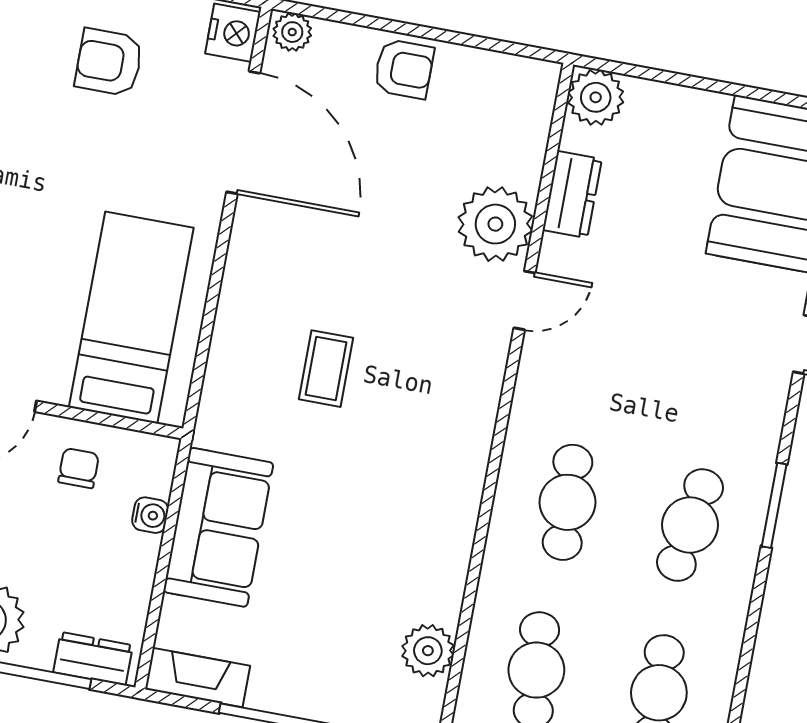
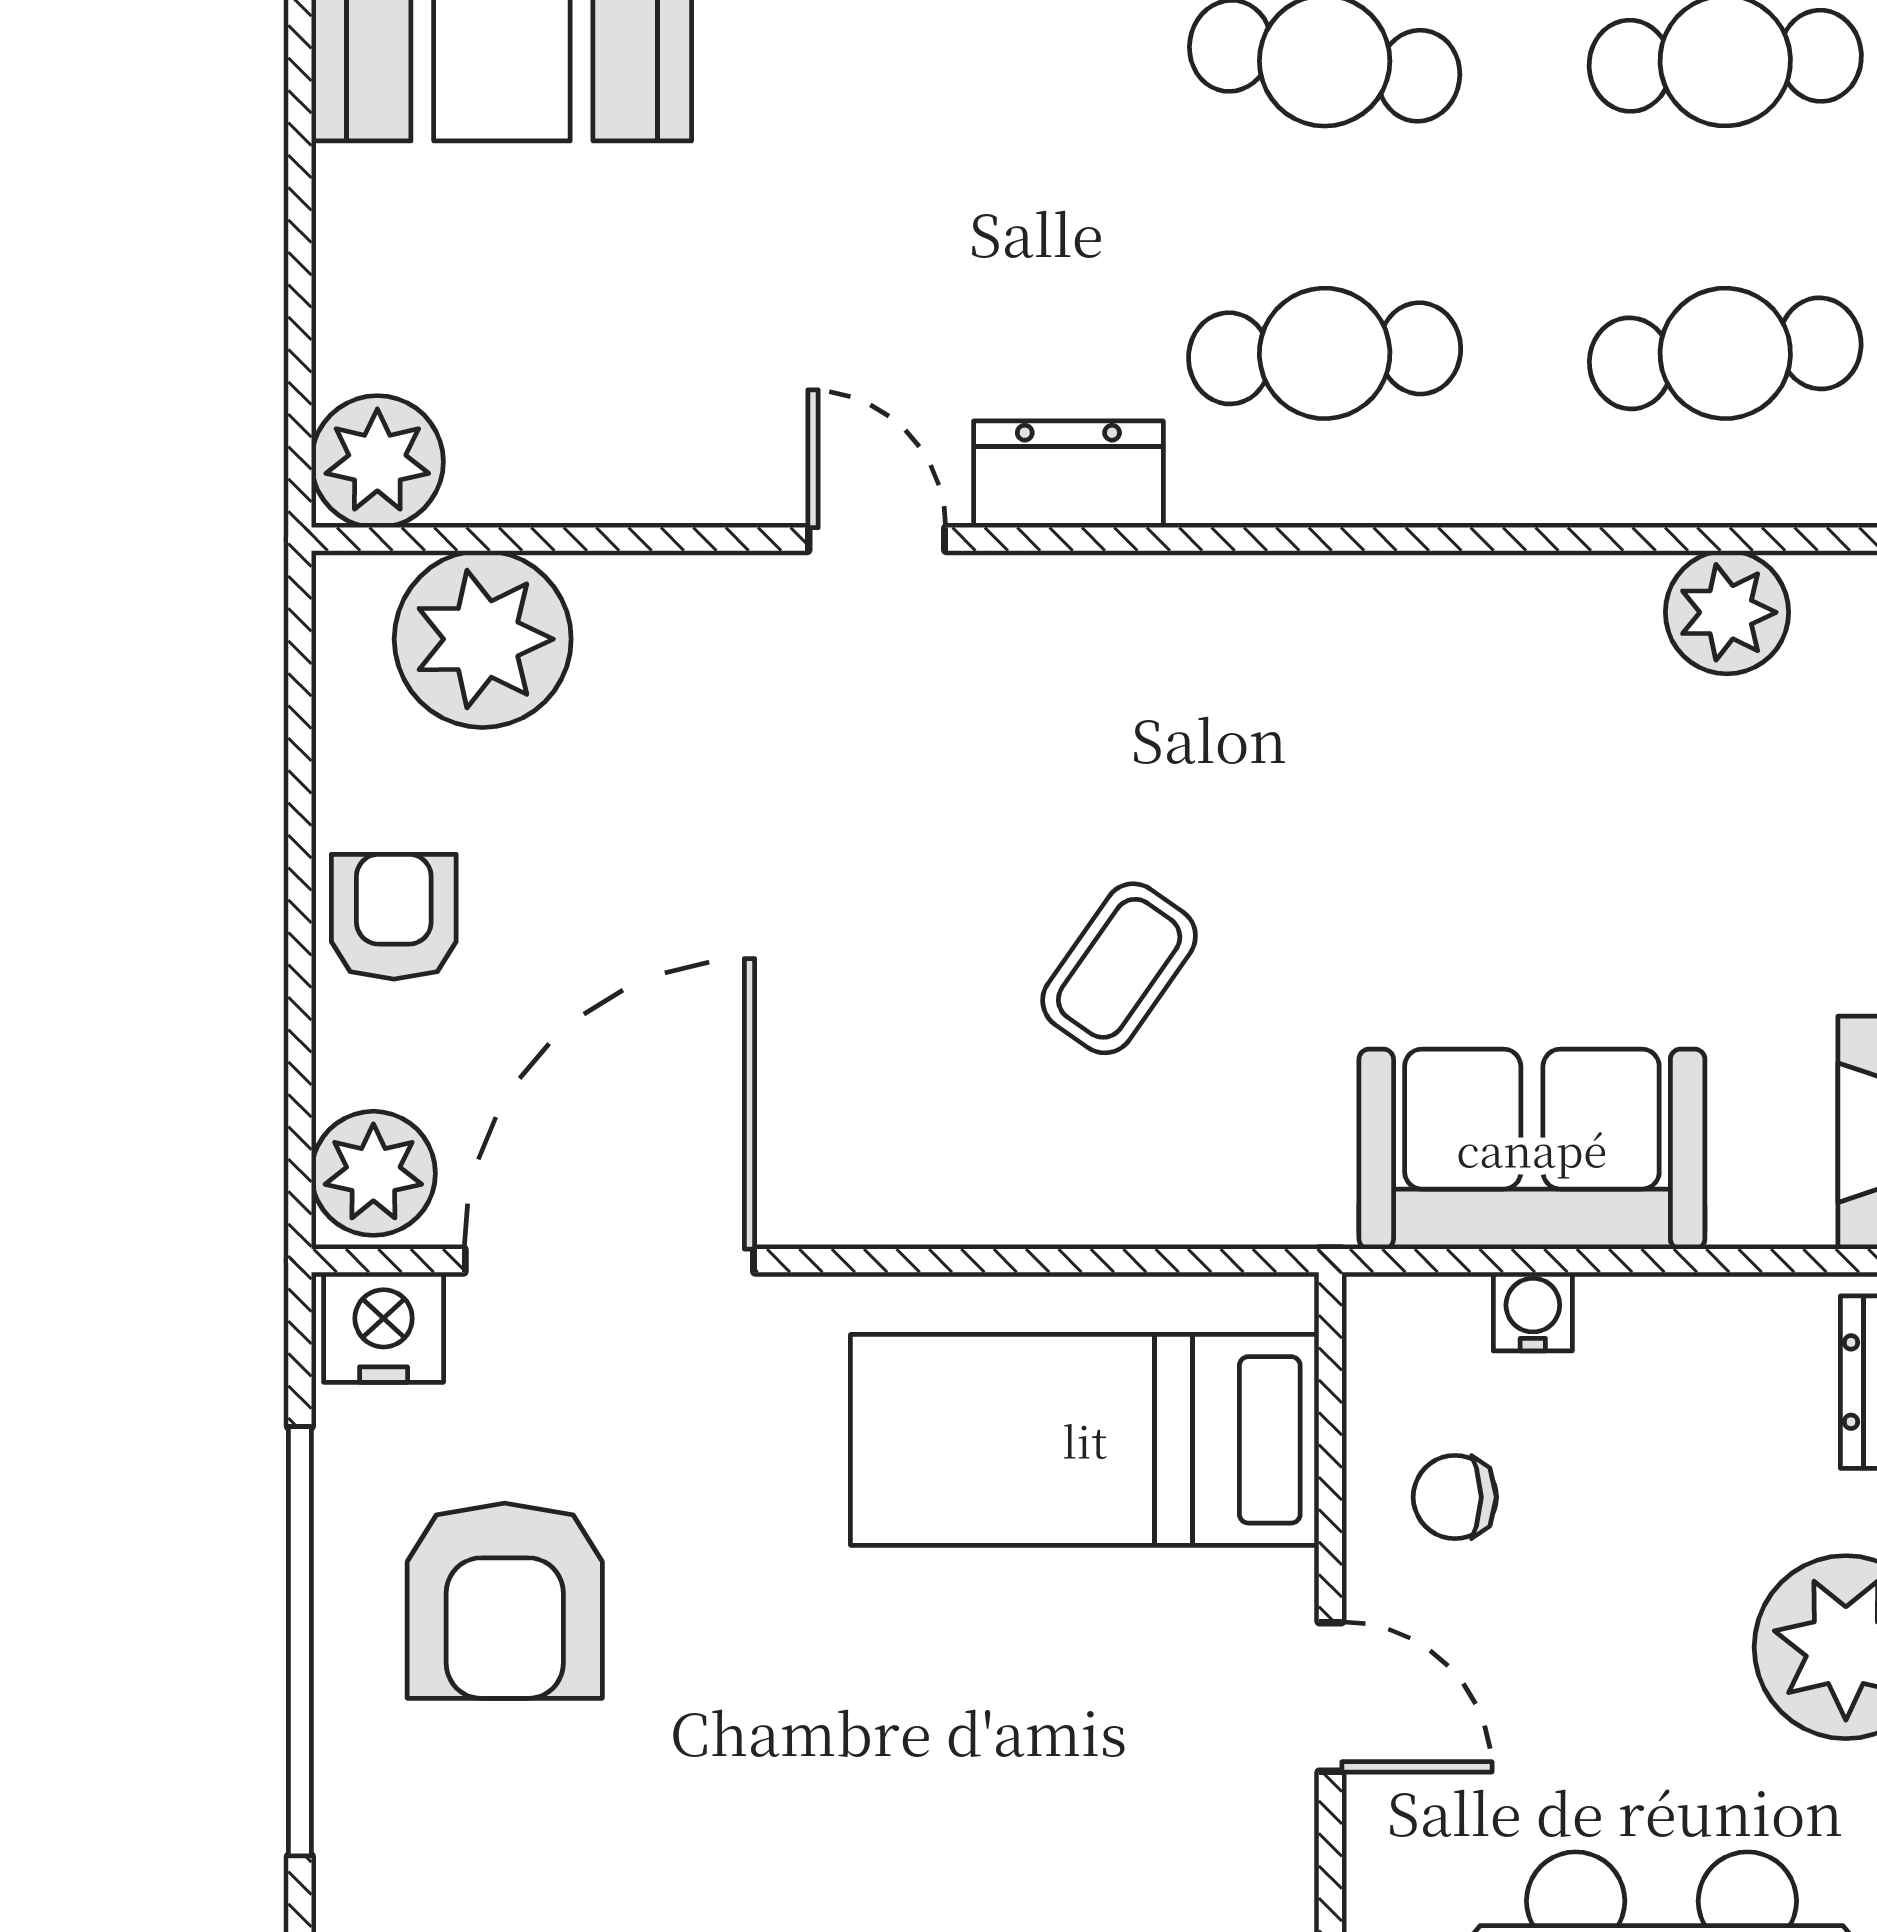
plant: (292, 32) -> (373, 1173), width x1.38, depth x1.38
armchair: (109, 62) -> (505, 1601), width x1.38, depth x1.38
dresser: (572, 194) -> (1068, 474), moved
plant: (495, 224) -> (483, 639), moved
coffee table: (326, 369) -> (1119, 968), turned -55

